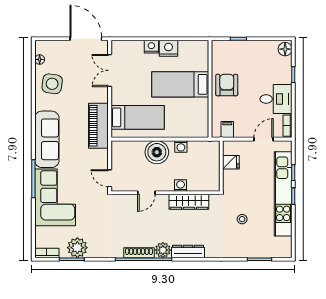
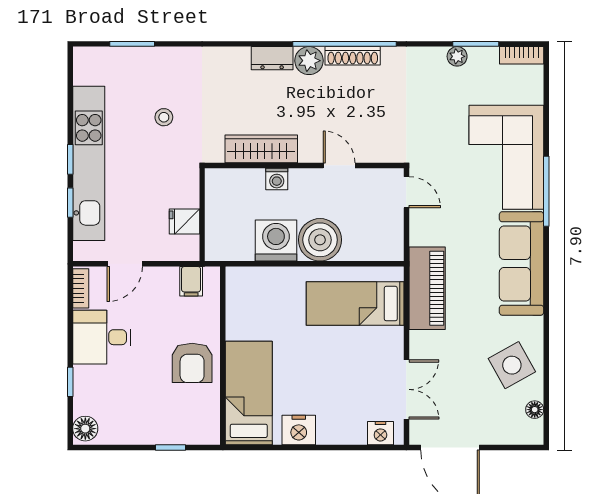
nightstand: (151, 47) -> (380, 433), moved
side table: (52, 84) -> (512, 365), turned -37
bed: (180, 84) -> (249, 393), moved, turned -90
washing machine: (181, 146) -> (276, 241), width x1.89, depth x1.89
door: (146, 193) -> (339, 165), hinge flipped
plant: (77, 248) -> (457, 56), width x0.53, depth x0.53
dresser: (188, 251) -> (272, 58), width x0.70

